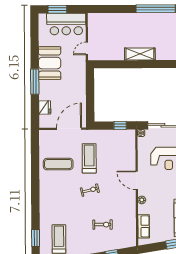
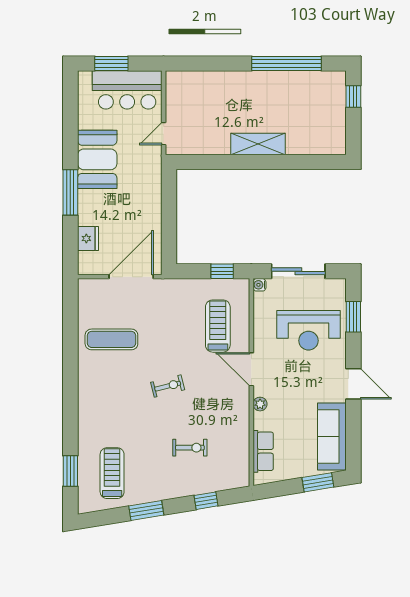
treadmill: (89, 158) -> (218, 326), moved

